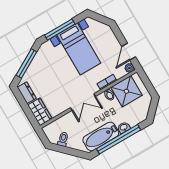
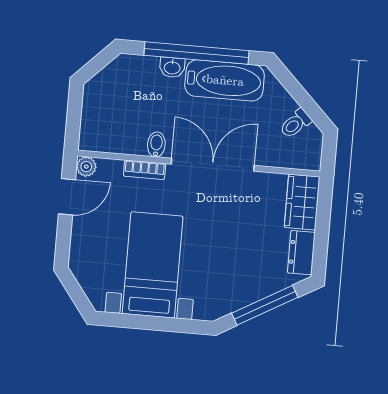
window: (60, 29) -> (162, 324), removed
shower: (126, 91) -> (121, 129), removed
double door: (83, 102) -> (213, 165), width x1.37

